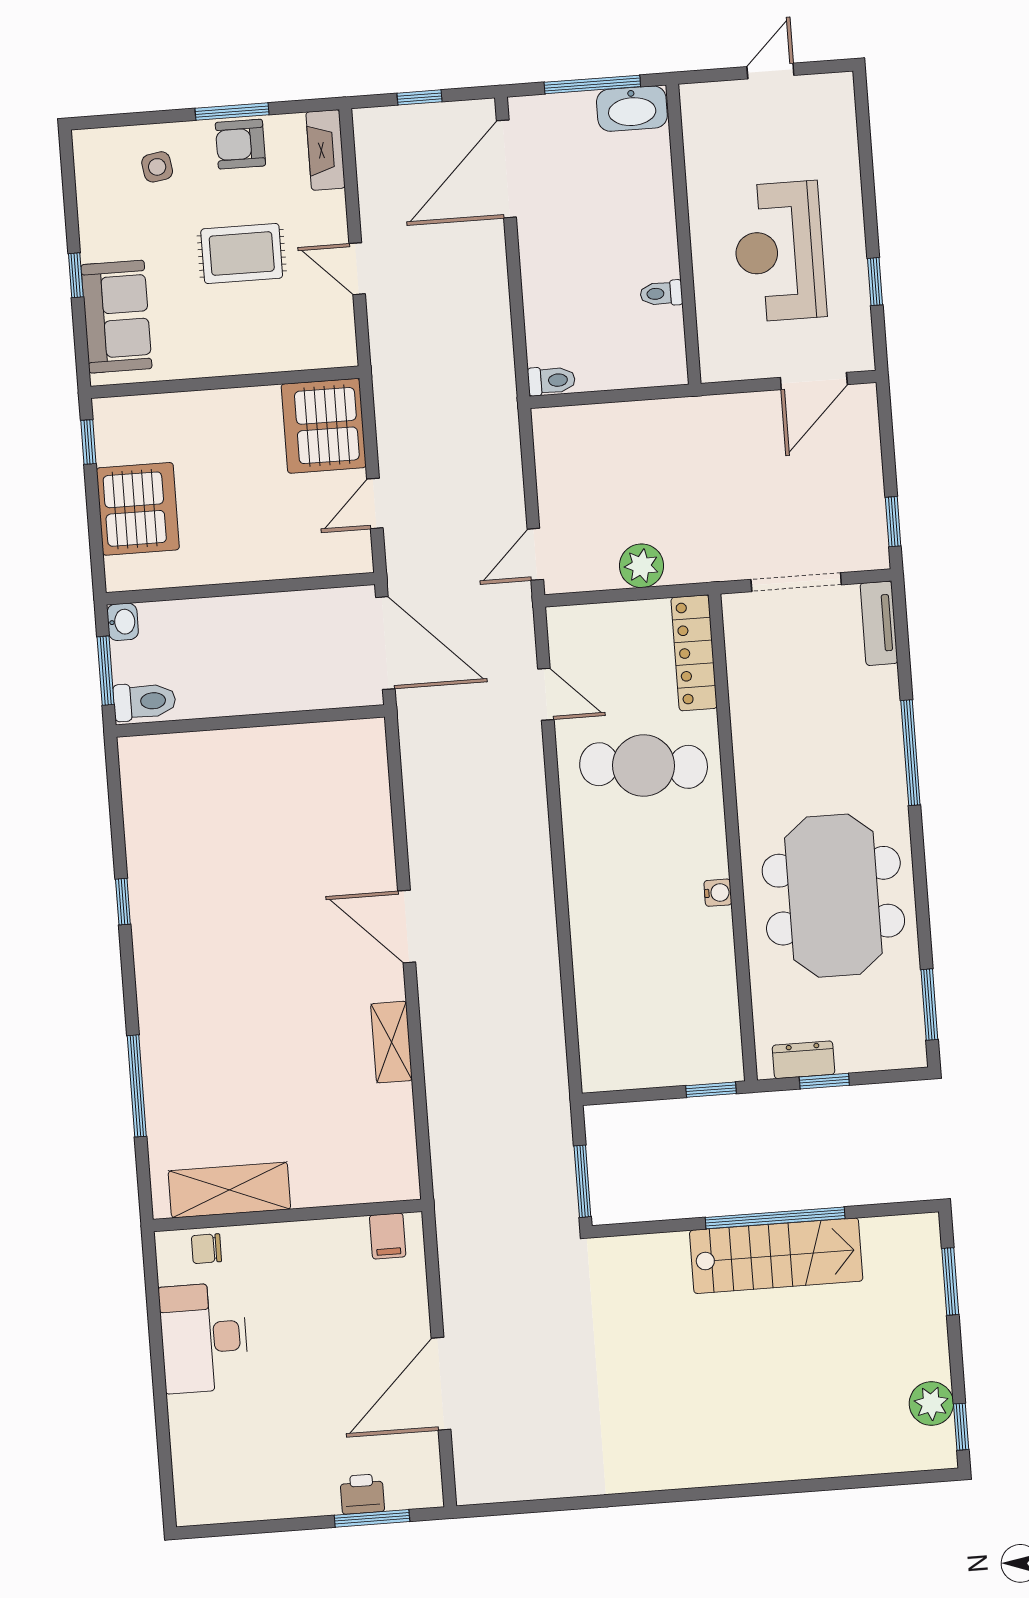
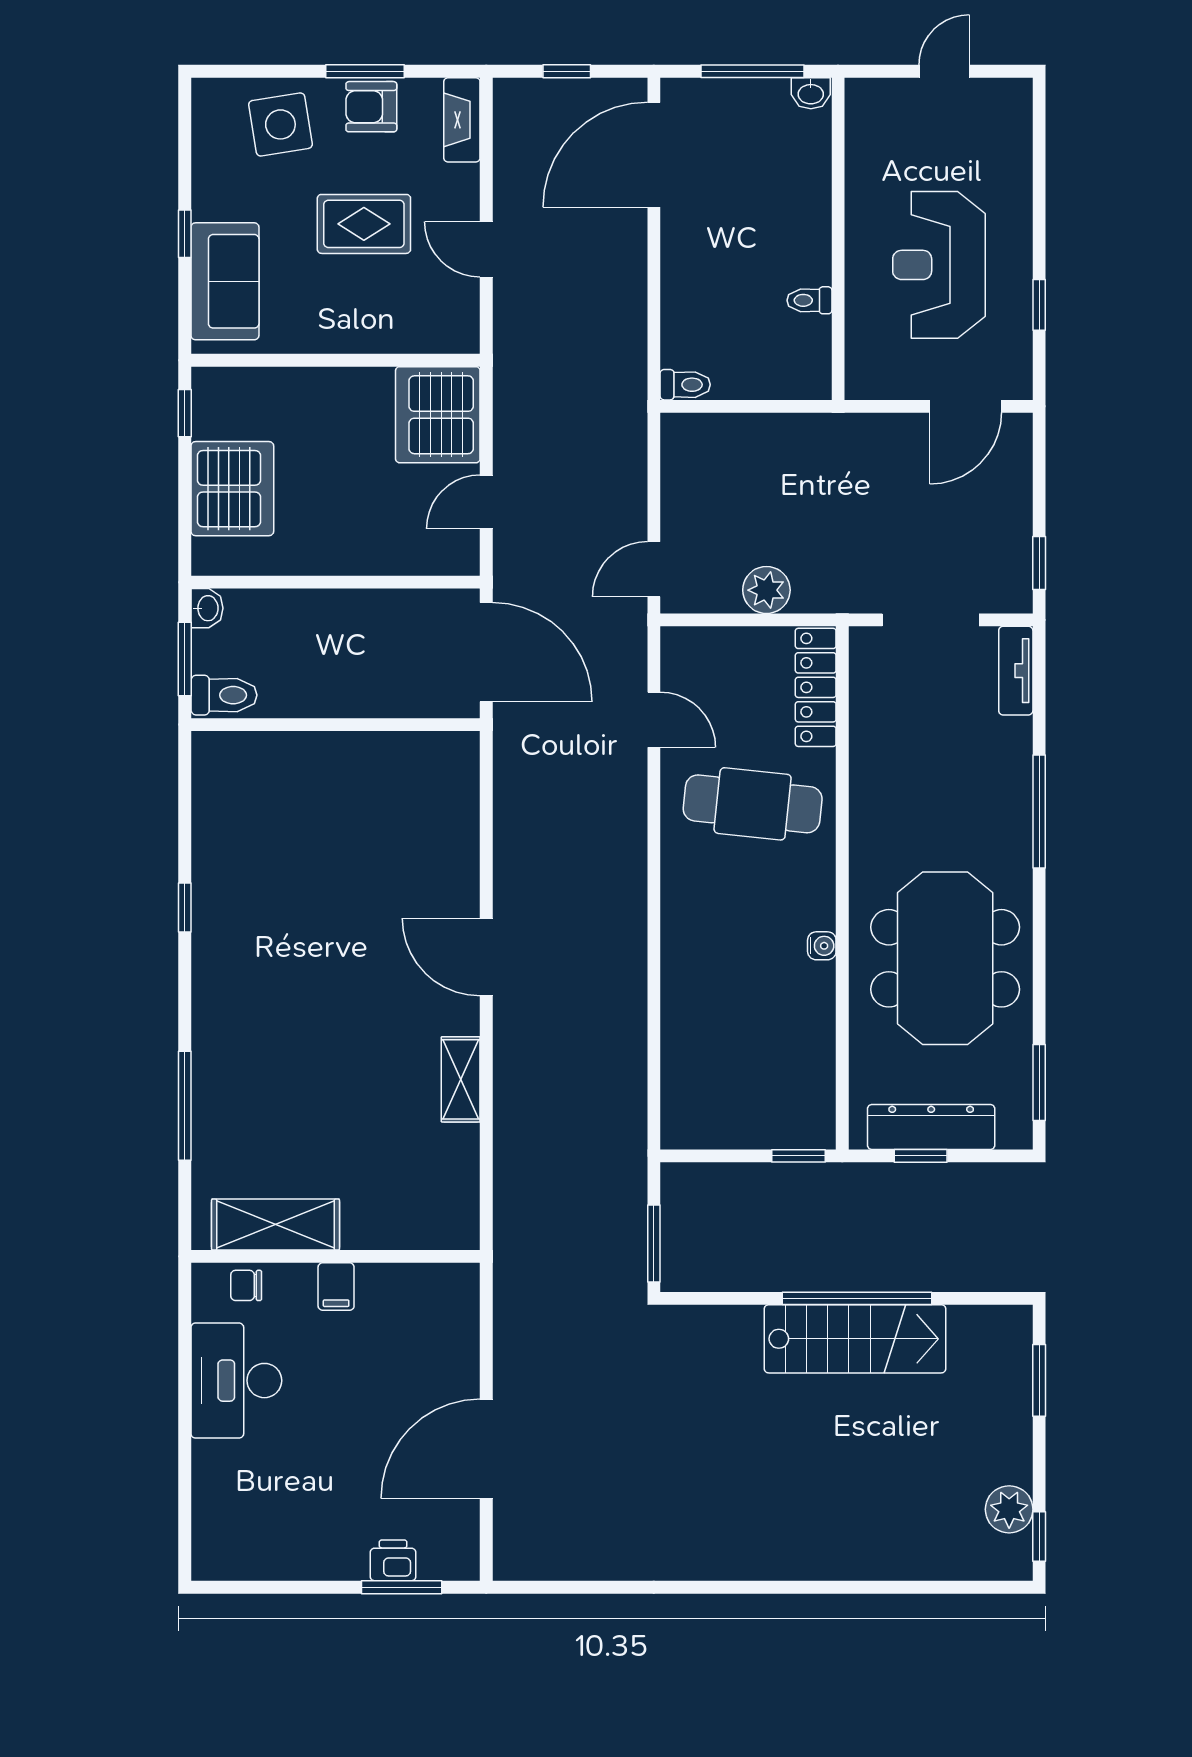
washbasin: (632, 109) -> (811, 93), width x0.52, depth x0.69
side table: (157, 167) -> (280, 124), width x1.87, depth x1.87
dresser: (804, 1060) -> (931, 1127), width x1.96, depth x1.24
filing cabinet: (388, 1236) -> (336, 1287), moved

